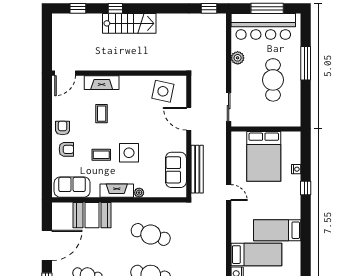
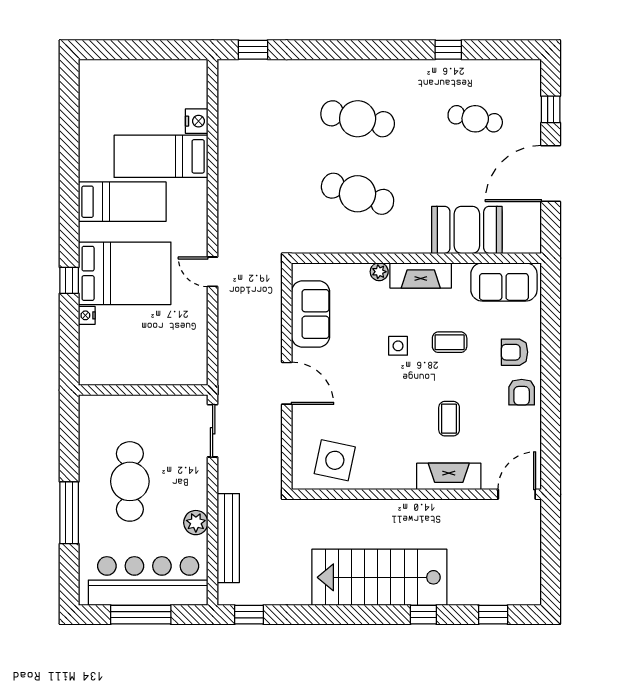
stairs: (129, 23) -> (379, 577), width x1.36, depth x1.51
door: (189, 119) -> (287, 383), moved
side table: (129, 153) -> (398, 346), width x0.54, depth x0.54
bed: (264, 156) -> (125, 273), moved, turned 90
bench: (197, 169) -> (228, 538), moved

